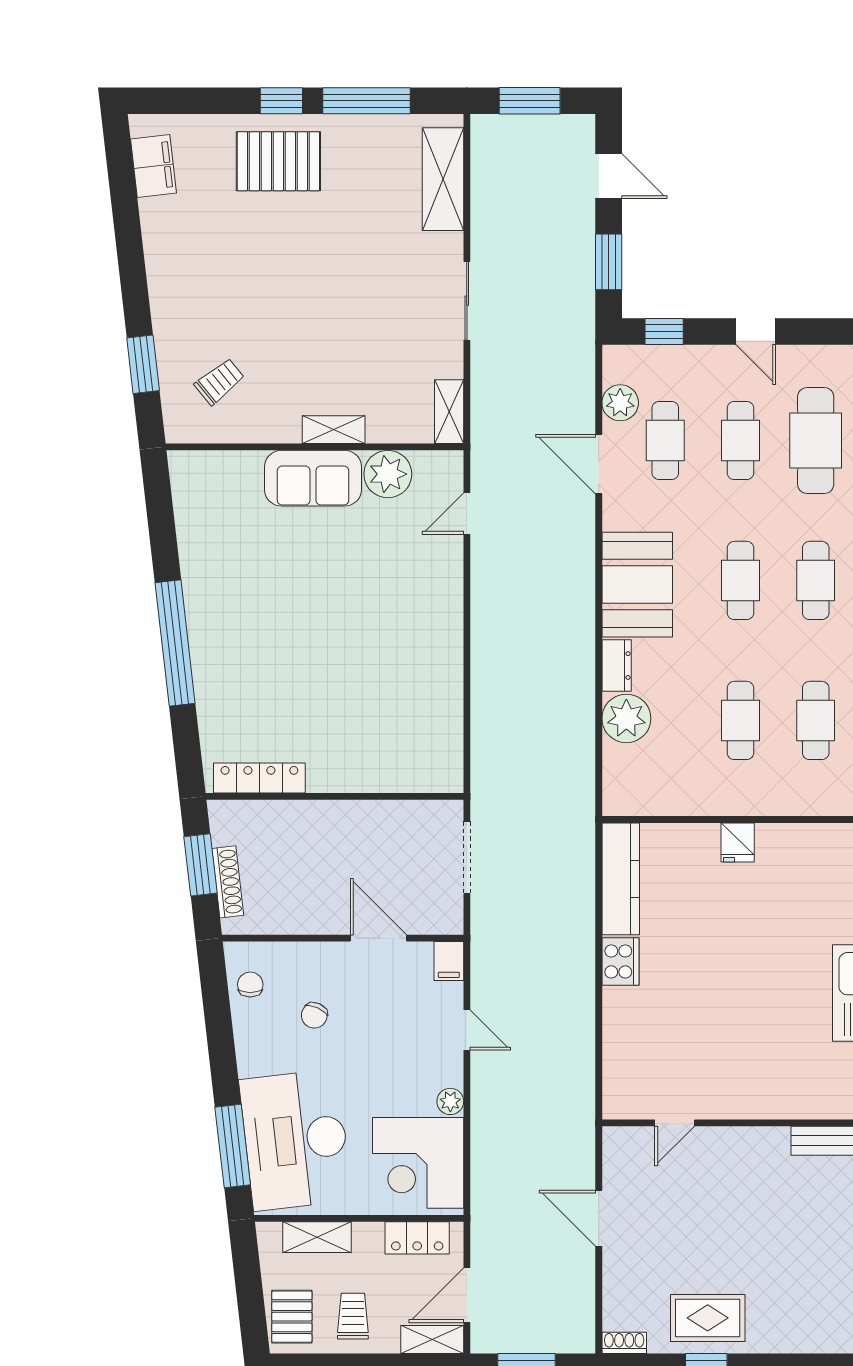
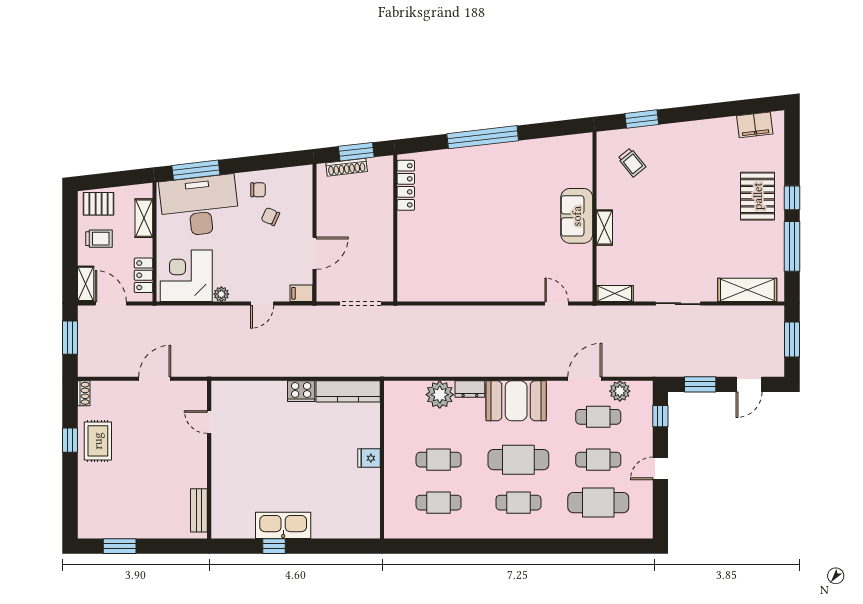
plant: (388, 474) -> (579, 259), removed
cafe table: (740, 580) -> (518, 460), width x1.37, depth x1.35
chair: (250, 984) -> (258, 190), moved

